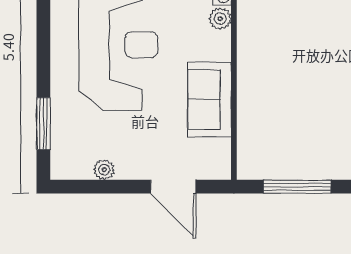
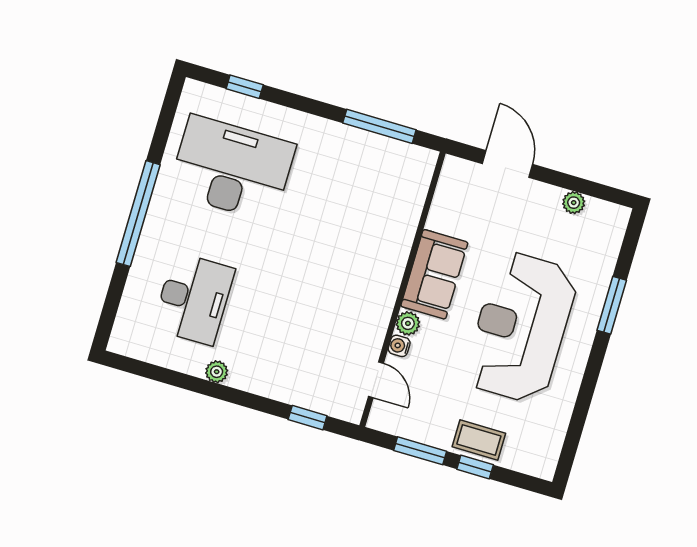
sofa: (210, 100) -> (434, 274), moved
window: (43, 124) -> (612, 305), moved

